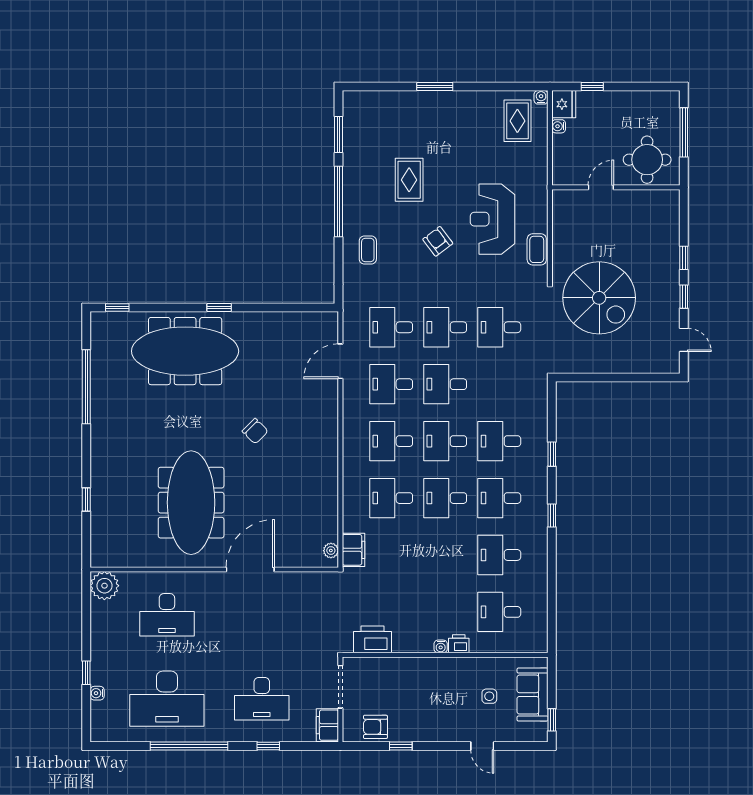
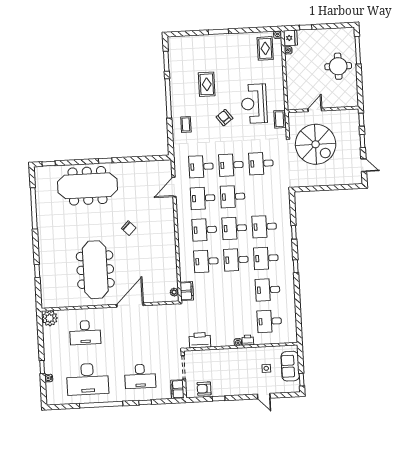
door: (601, 187) -> (315, 110), moved
wall: (616, 187) -> (323, 109), moved

